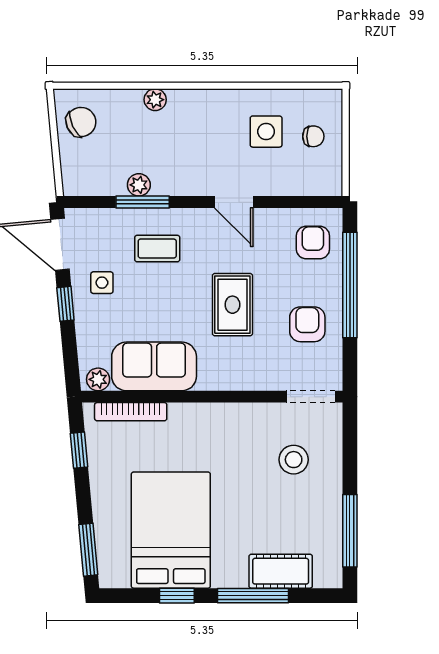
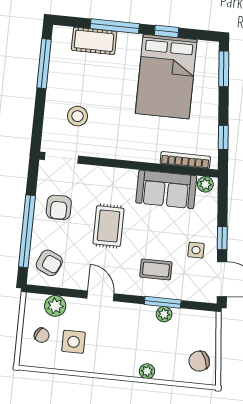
chair: (313, 136) -> (42, 335), turned -151
plant: (298, 181) -> (55, 306), added
armchair: (313, 243) -> (49, 263), turned -66

